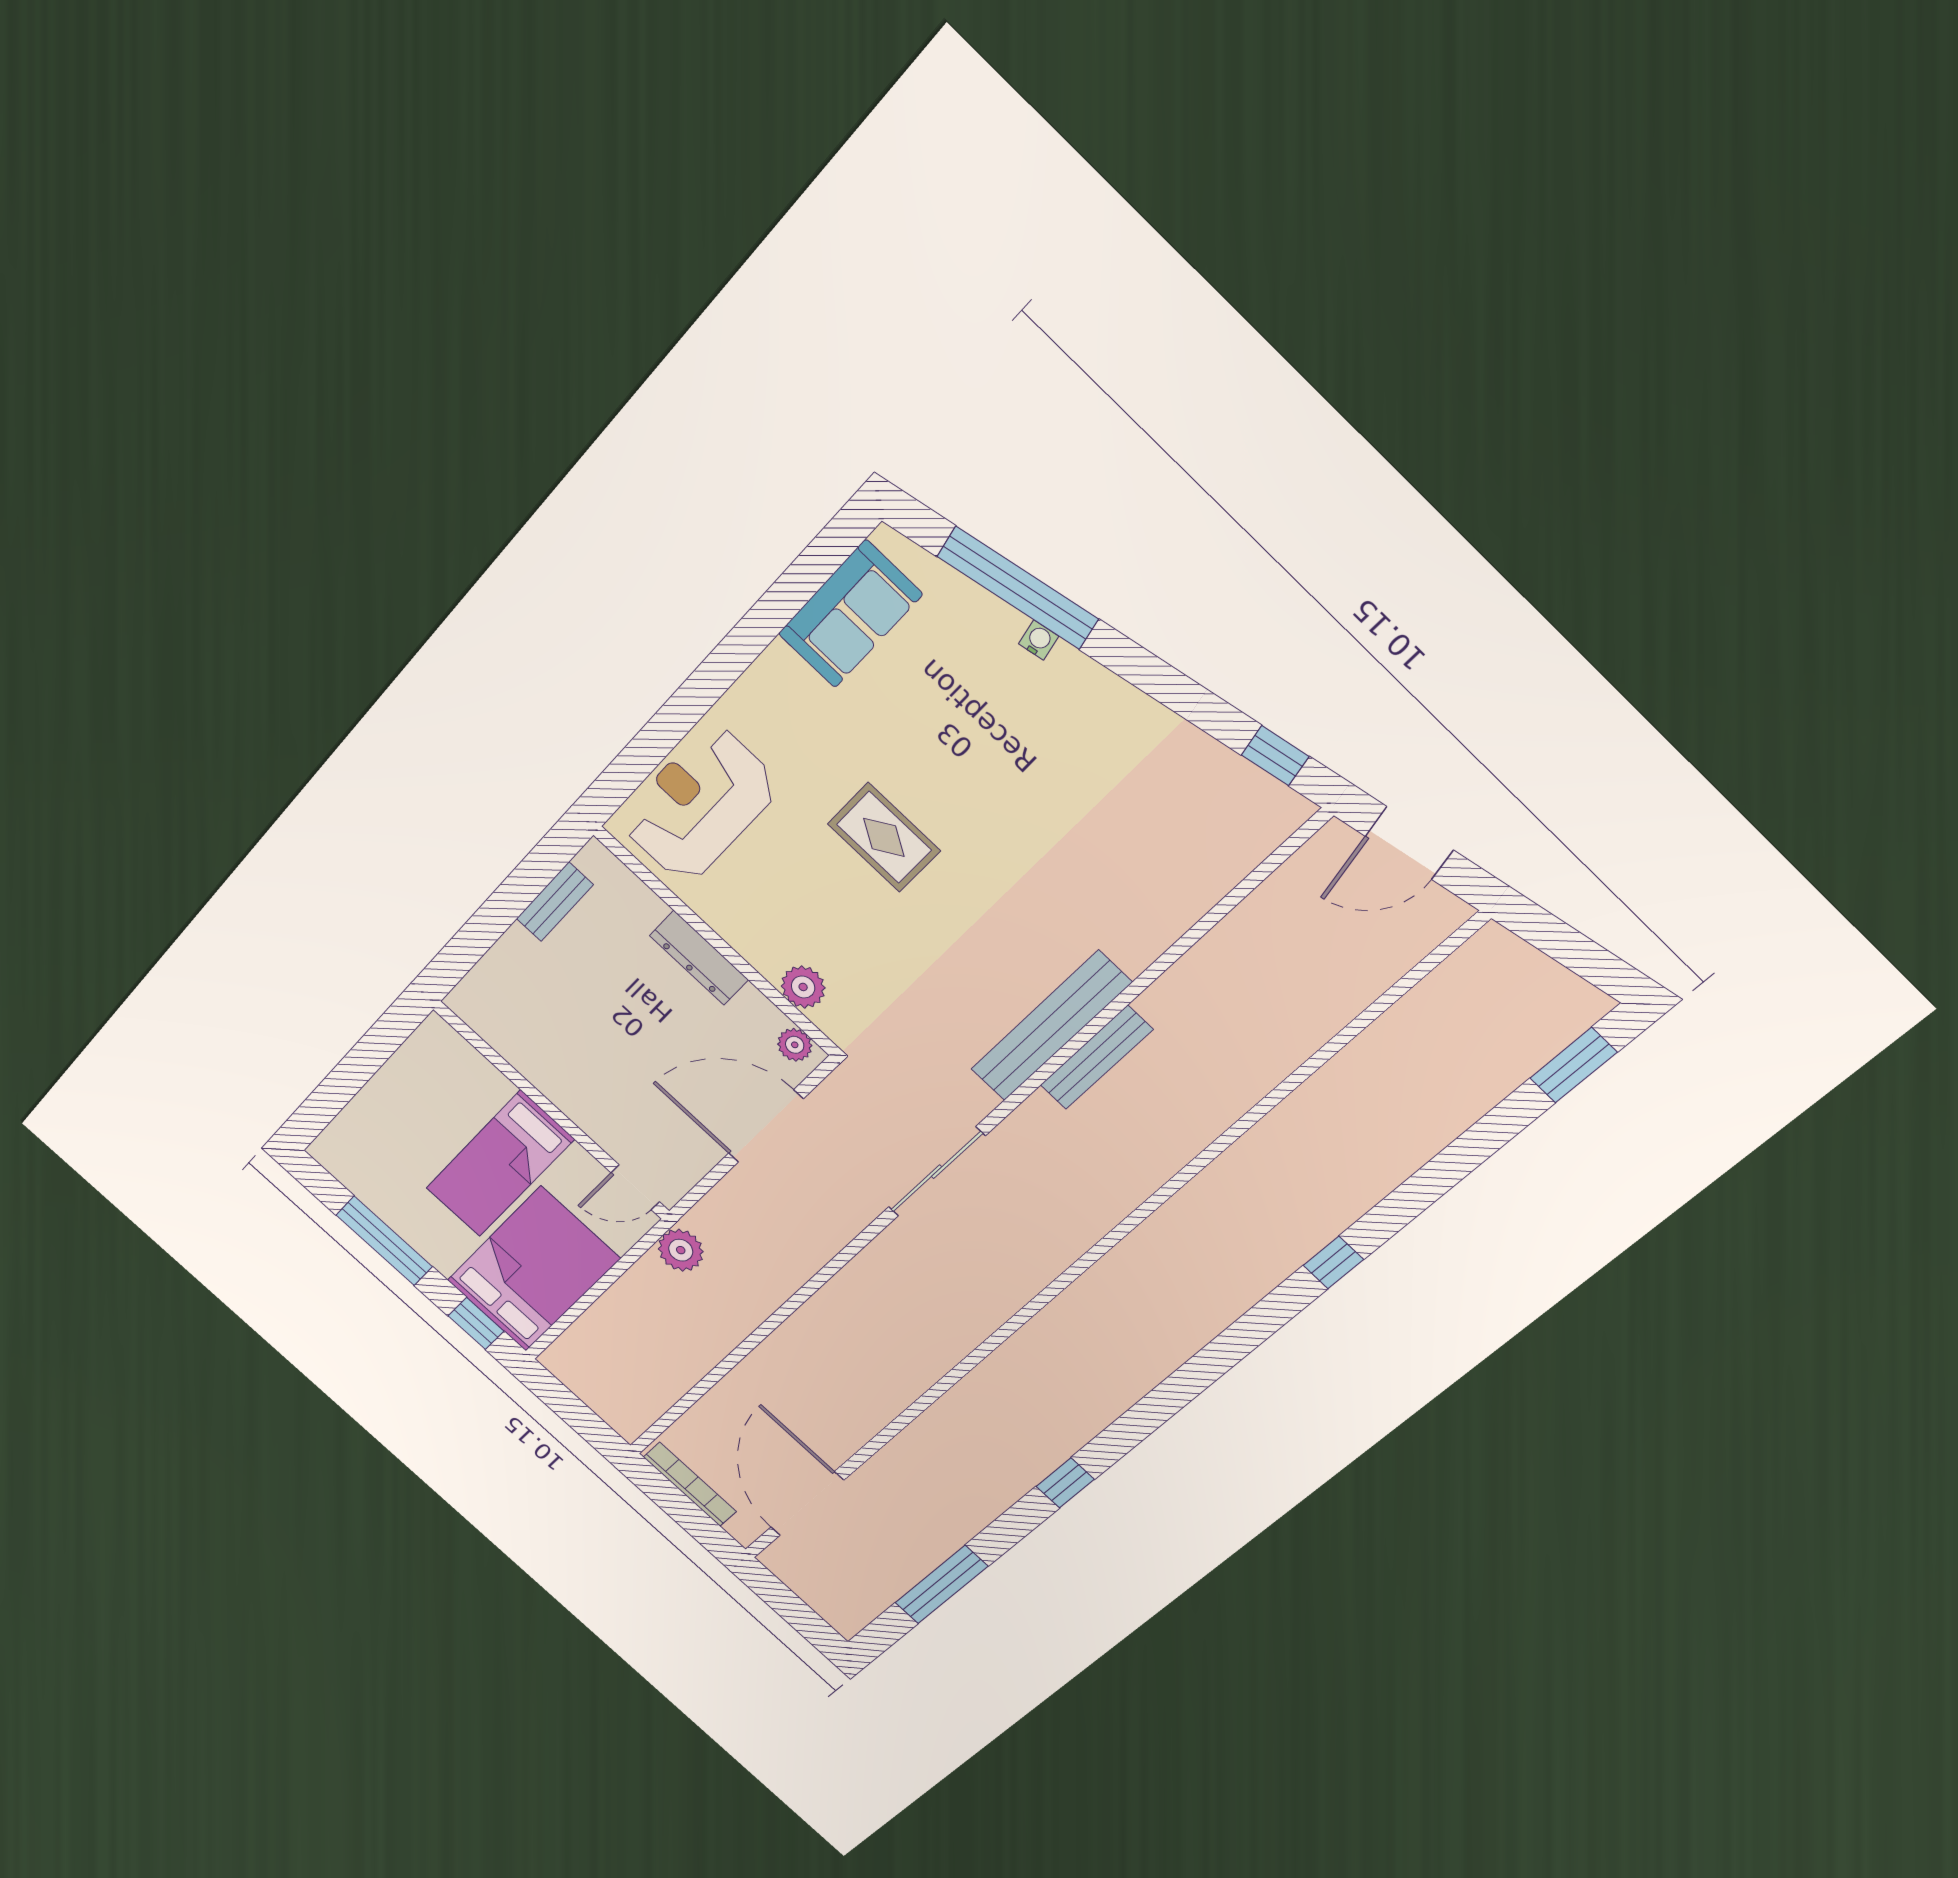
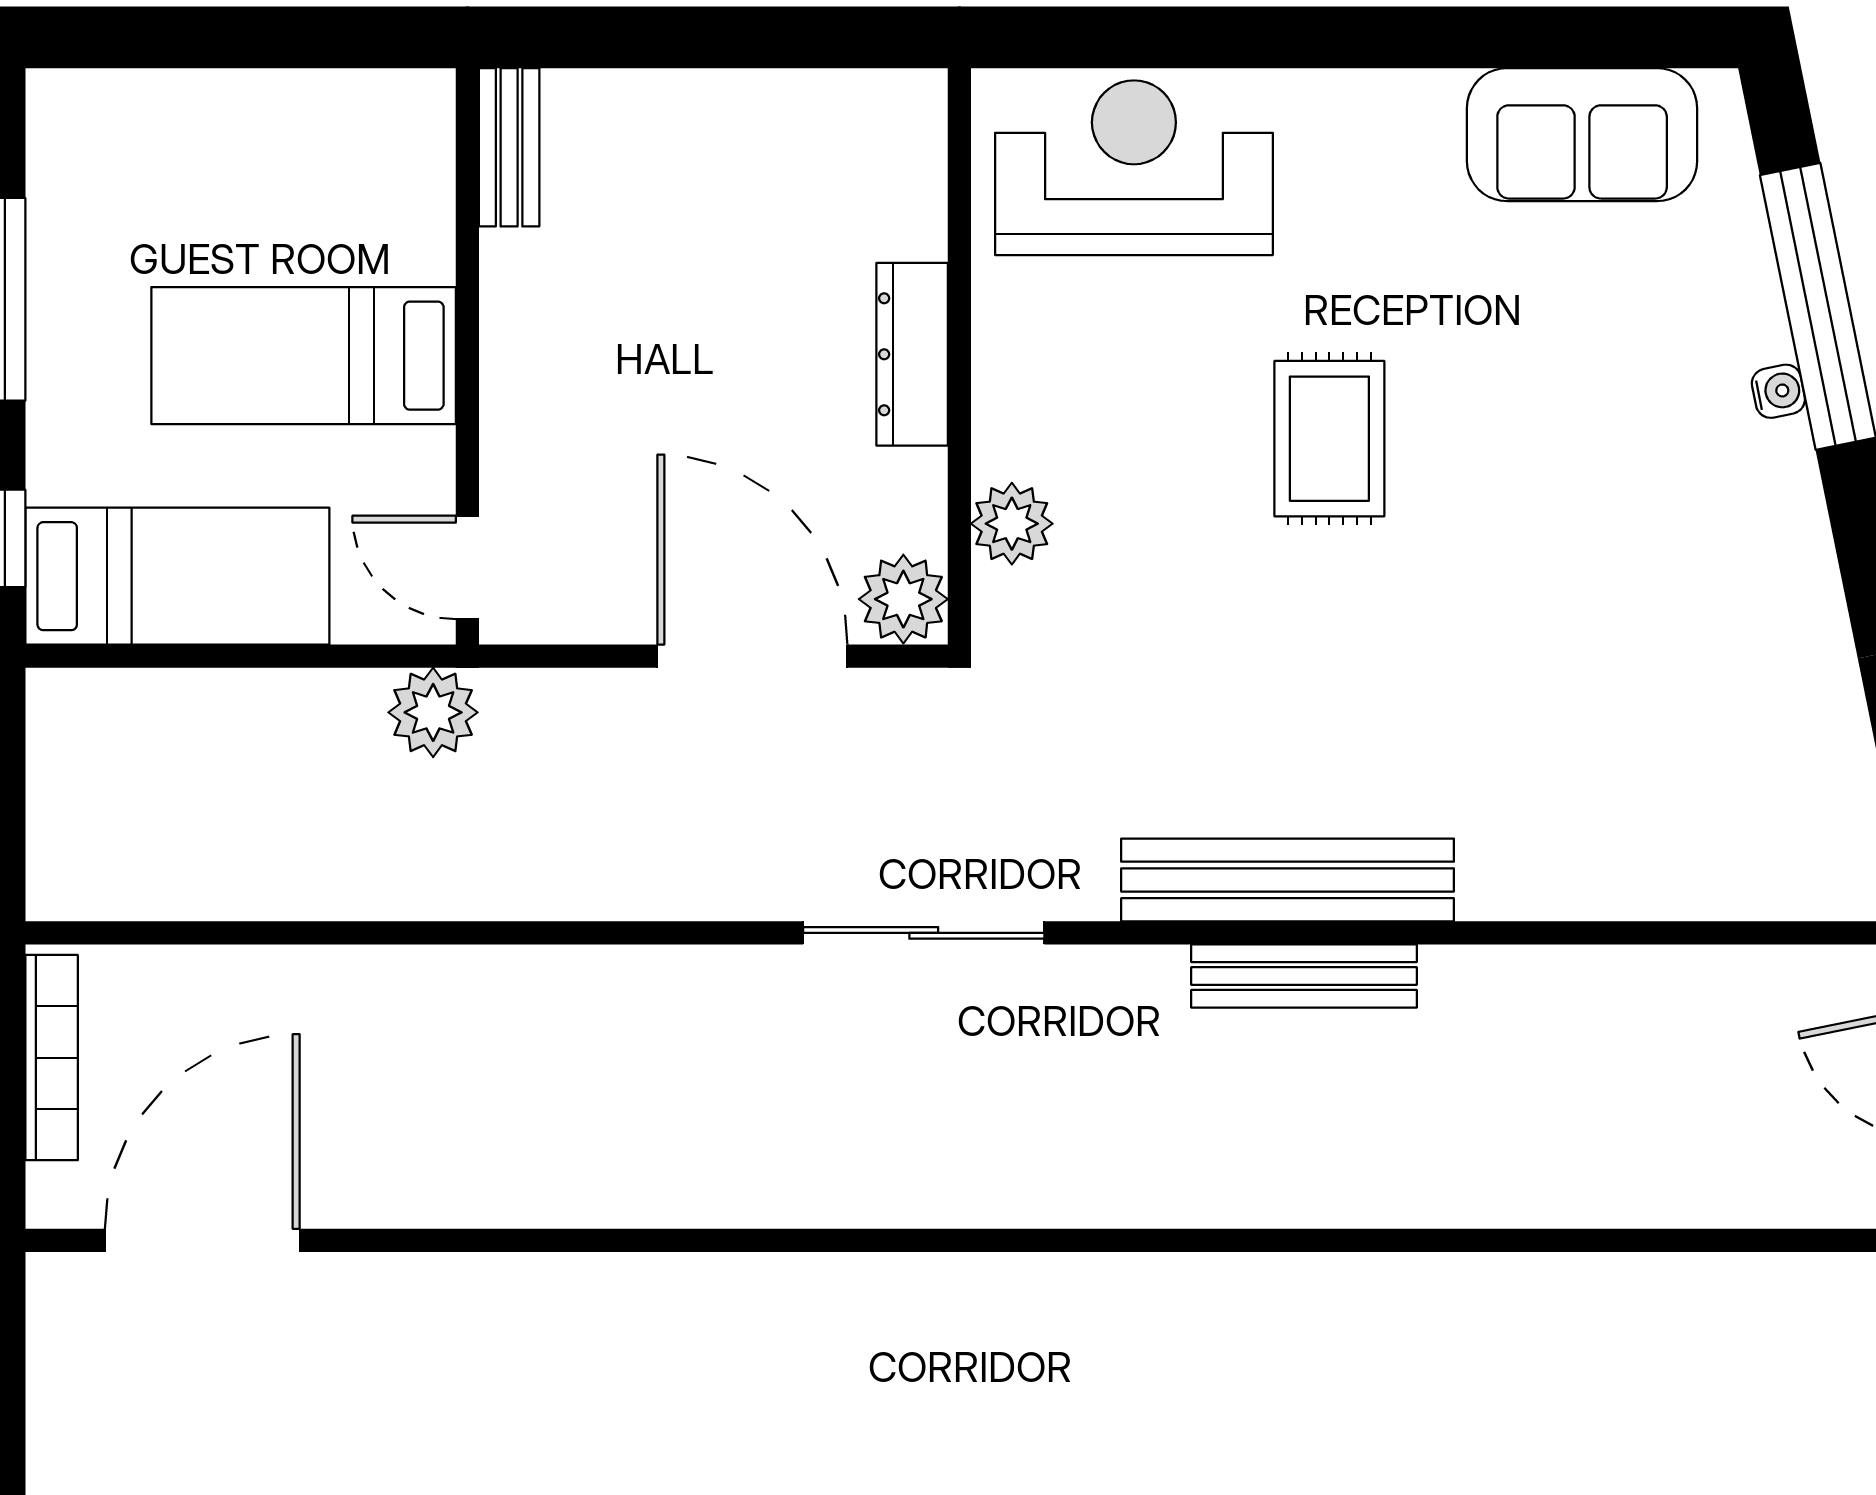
bench: (555, 902) -> (509, 147), moved, turned 90
plant: (795, 1045) -> (903, 599), width x1.38, depth x1.38
bed: (533, 1269) -> (177, 576), width x0.67

